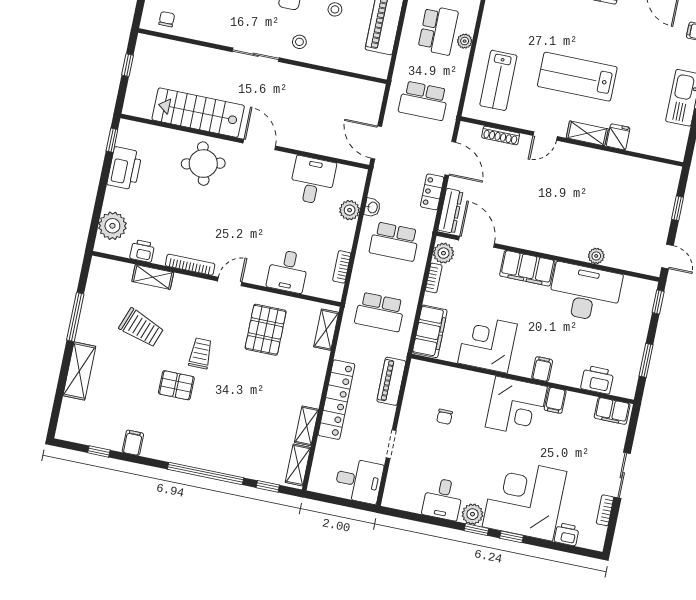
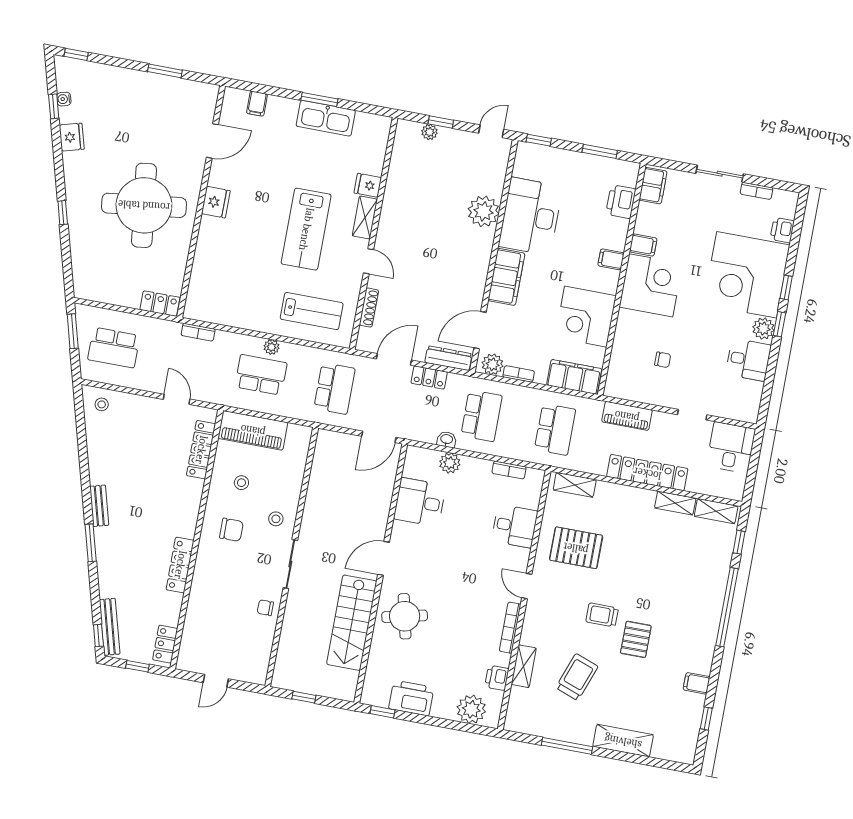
chair: (167, 19) -> (265, 608), moved
plant: (668, 197) -> (430, 132), added
plant: (596, 256) -> (484, 211), width x1.87, depth x1.87

